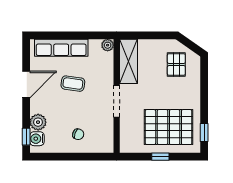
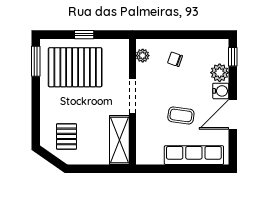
plant: (108, 45) -> (143, 56), moved
window: (204, 133) -> (36, 61), width x1.50
water cooler: (37, 139) -> (221, 91), moved

